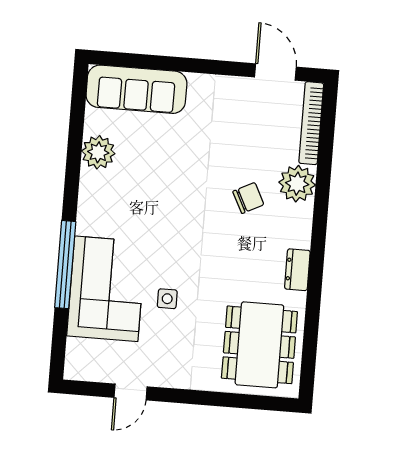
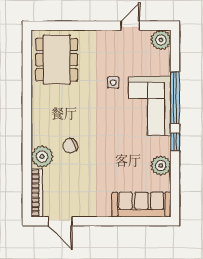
window: (71, 190) -> (175, 142), added
dresser: (297, 270) -> (38, 106), removed
corner sofa: (106, 289) -> (150, 106), moved
plant: (81, 364) -> (161, 40), added

